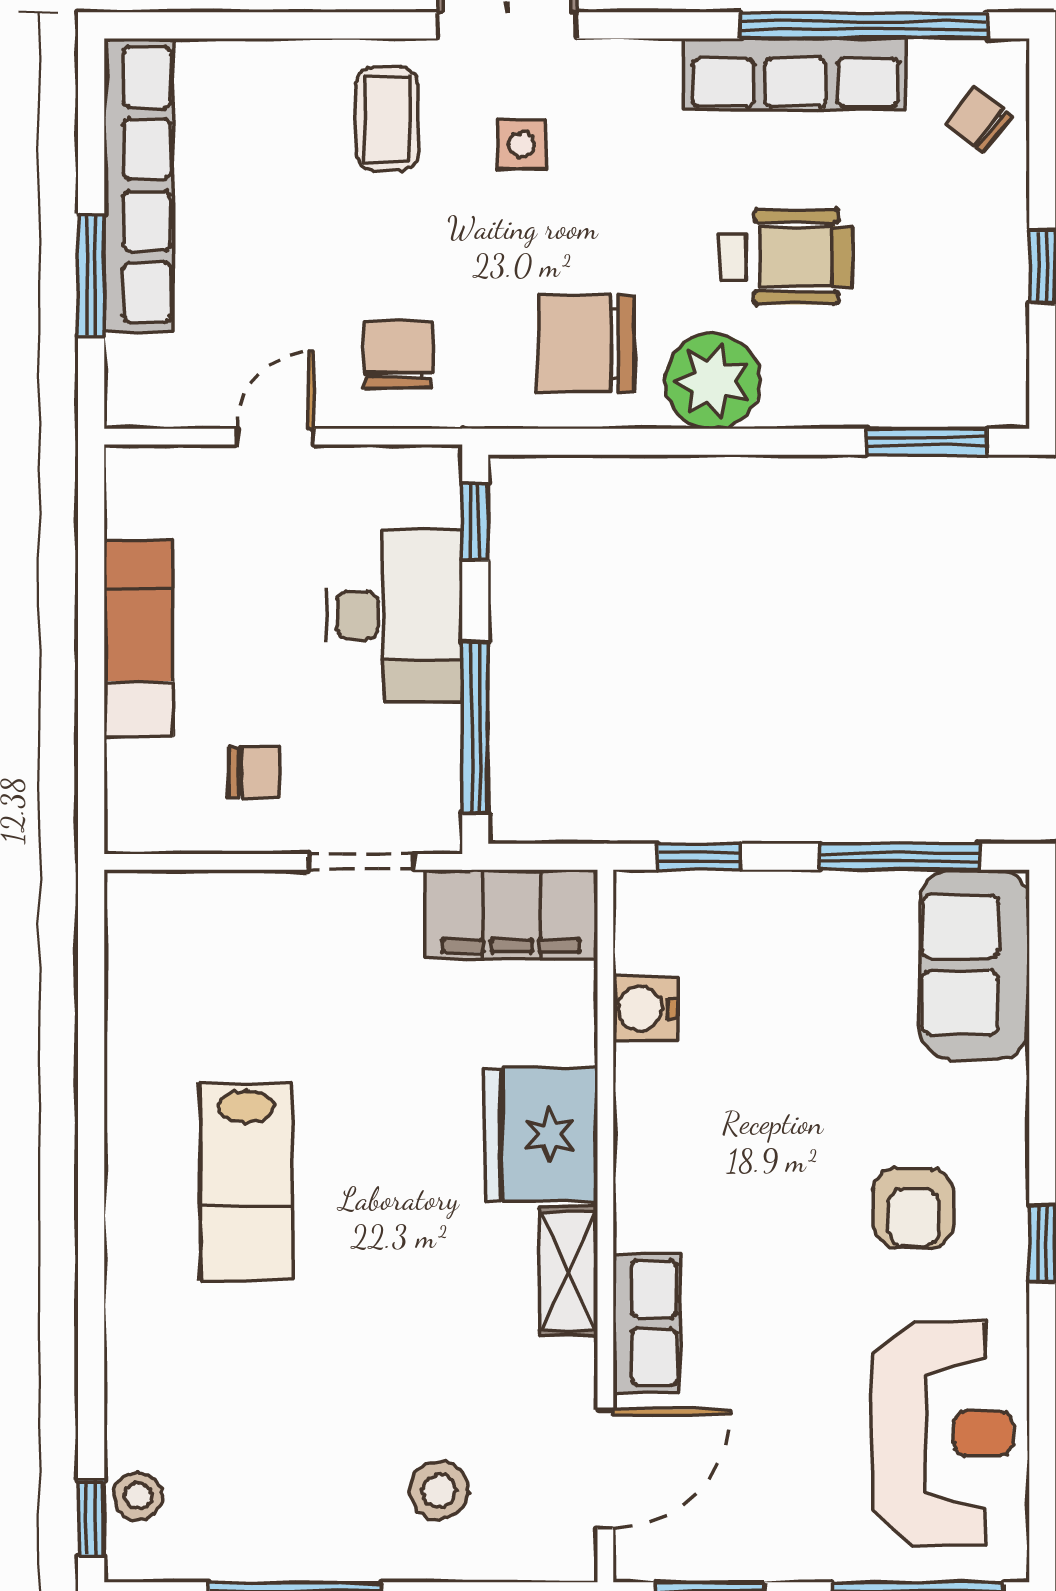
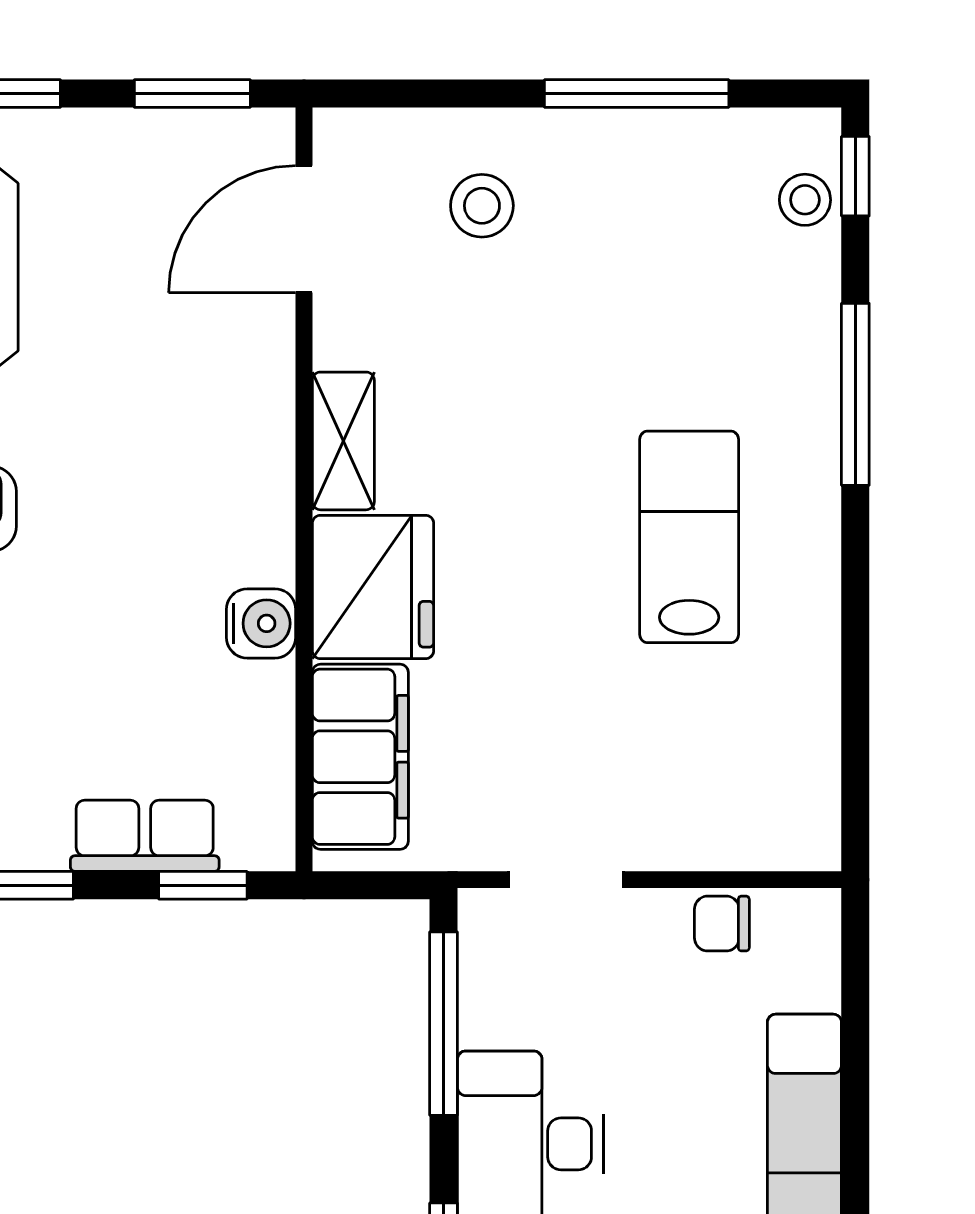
chair: (255, 772) -> (722, 924), moved
filing cabinet: (511, 914) -> (360, 757), moved, turned 90
water cooler: (645, 1009) -> (261, 623), moved
window: (91, 1315) -> (855, 394), added
row of seats: (646, 1323) -> (145, 836), moved, turned 90

